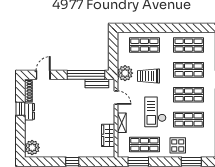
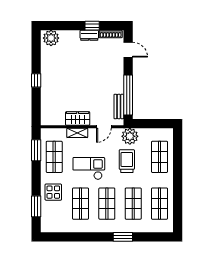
wardrobe: (108, 135) -> (78, 118), moved

